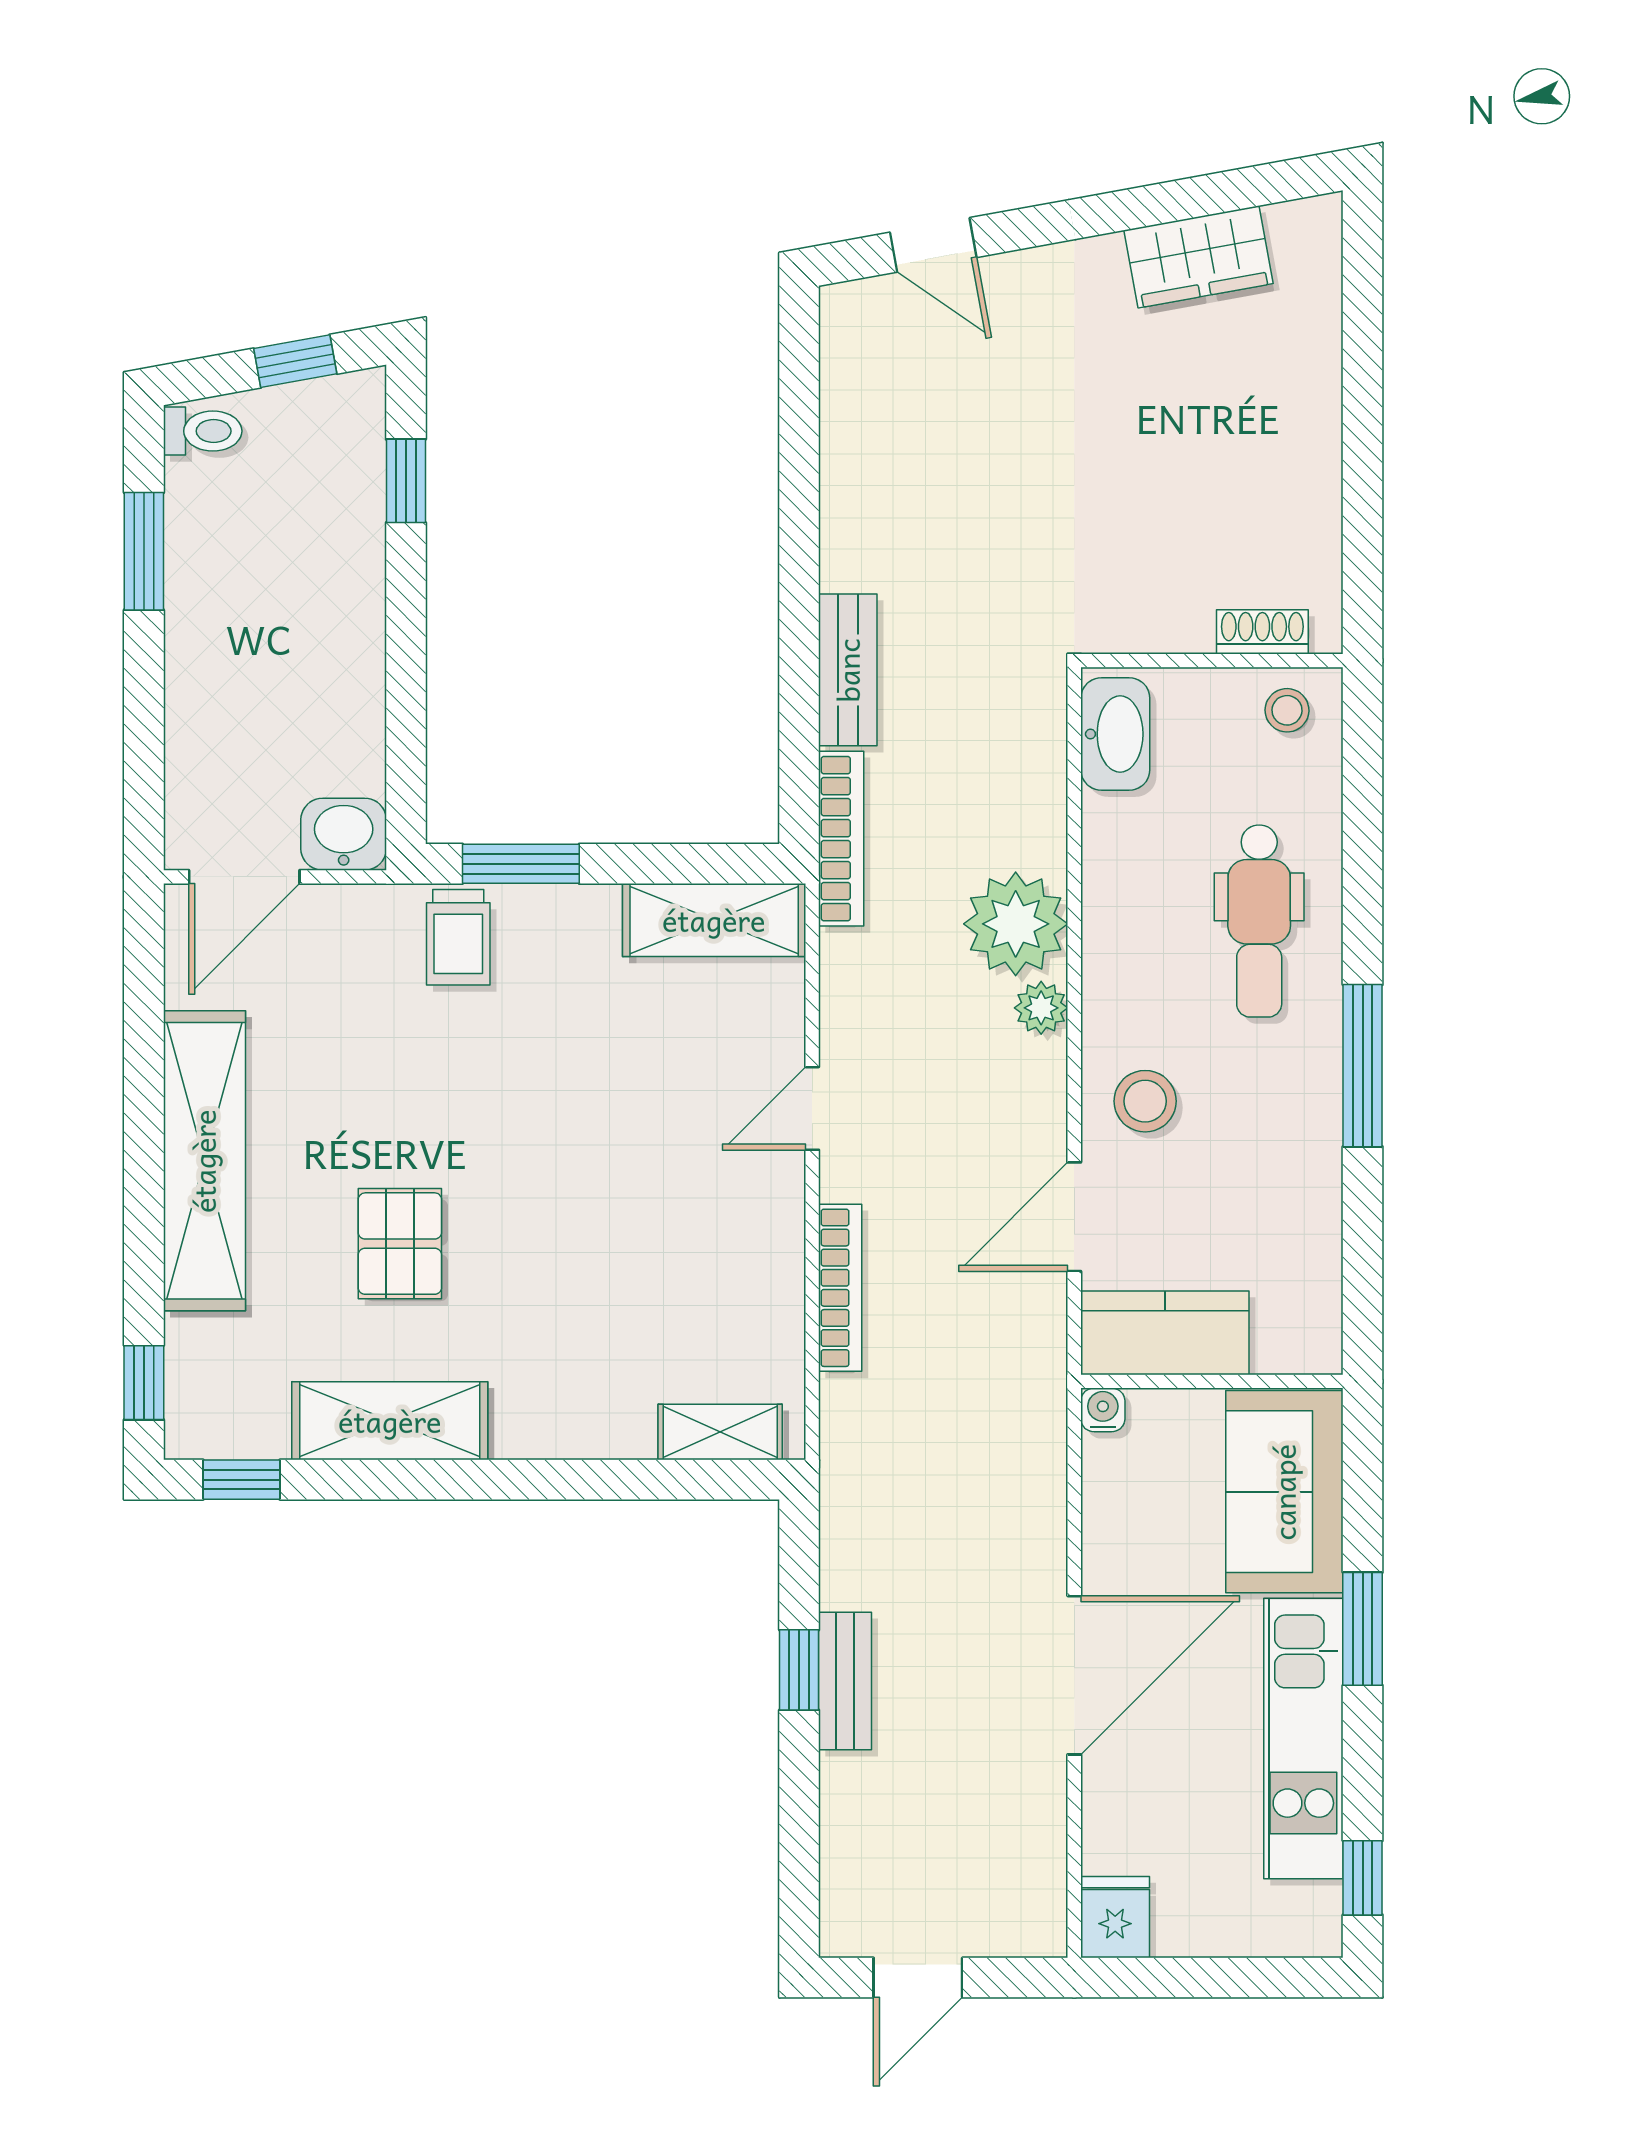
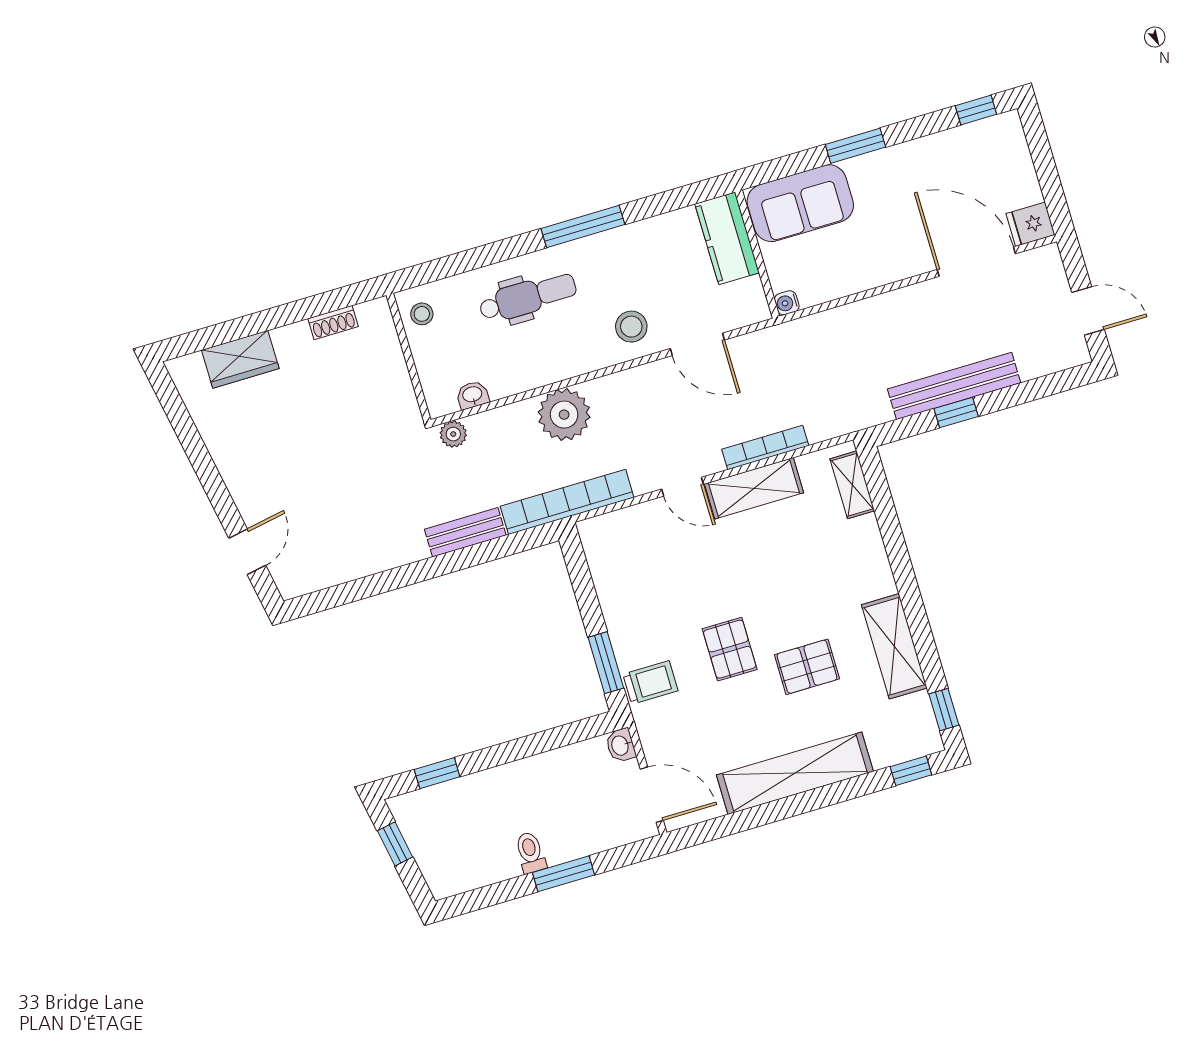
wardrobe: (1199, 257) -> (240, 359), moved, turned 100
toilet: (203, 431) -> (530, 853), moved
window: (144, 551) -> (564, 874), moved
shoe rack: (1262, 632) -> (333, 322), moved, turned -90
washbasin: (1115, 734) -> (472, 395), width x0.52, depth x0.69
washbasin: (344, 834) -> (621, 745), width x0.72, depth x0.69
bookcase: (841, 839) -> (567, 502), width x1.48, depth x1.31
shelving: (714, 920) -> (754, 488), moved, turned 90
plant: (1041, 1008) -> (453, 434), moved
pallet: (477, 1106) -> (730, 649), added
kitchen counter: (1165, 1333) -> (727, 238), moved
door: (1074, 1675) -> (976, 262), moved
bench: (845, 1681) -> (954, 386), width x1.86, depth x1.21
kitchen unit: (1303, 1738) -> (917, 159), removed

